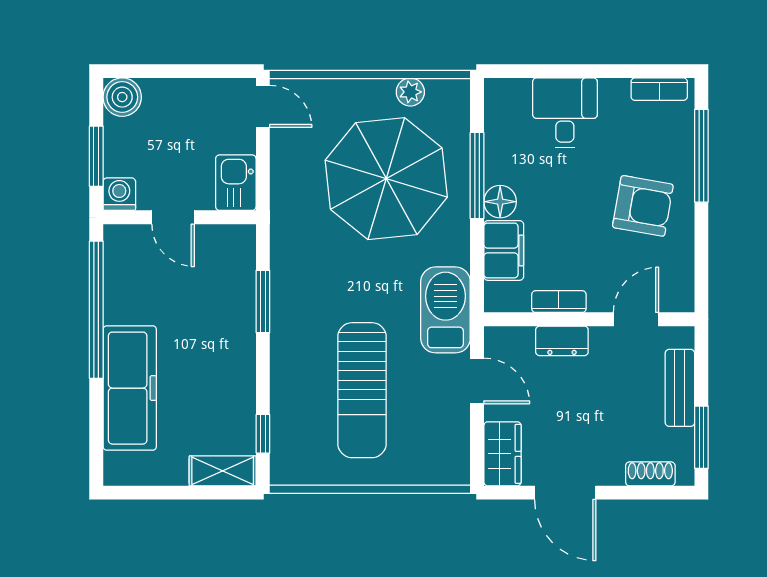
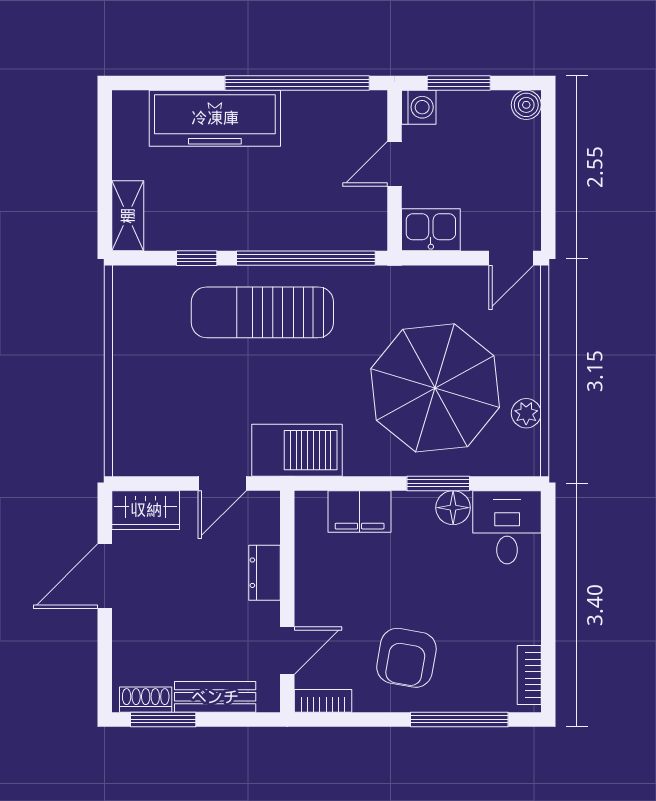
boiler: (122, 97) -> (526, 105), width x0.73, depth x0.73
desk: (565, 113) -> (507, 527), moved, turned -90
window: (477, 176) -> (438, 483), width x0.69
floor lamp: (500, 202) -> (453, 508), moved
window: (263, 301) -> (306, 258), width x2.11
bookcase: (559, 302) -> (323, 701), moved, turned -90
door: (636, 319) -> (287, 651), hinge flipped
sun lounger: (362, 390) -> (262, 312), moved
window: (263, 434) -> (197, 258), moved
shoe rack: (650, 474) -> (146, 700), moved, turned -90

